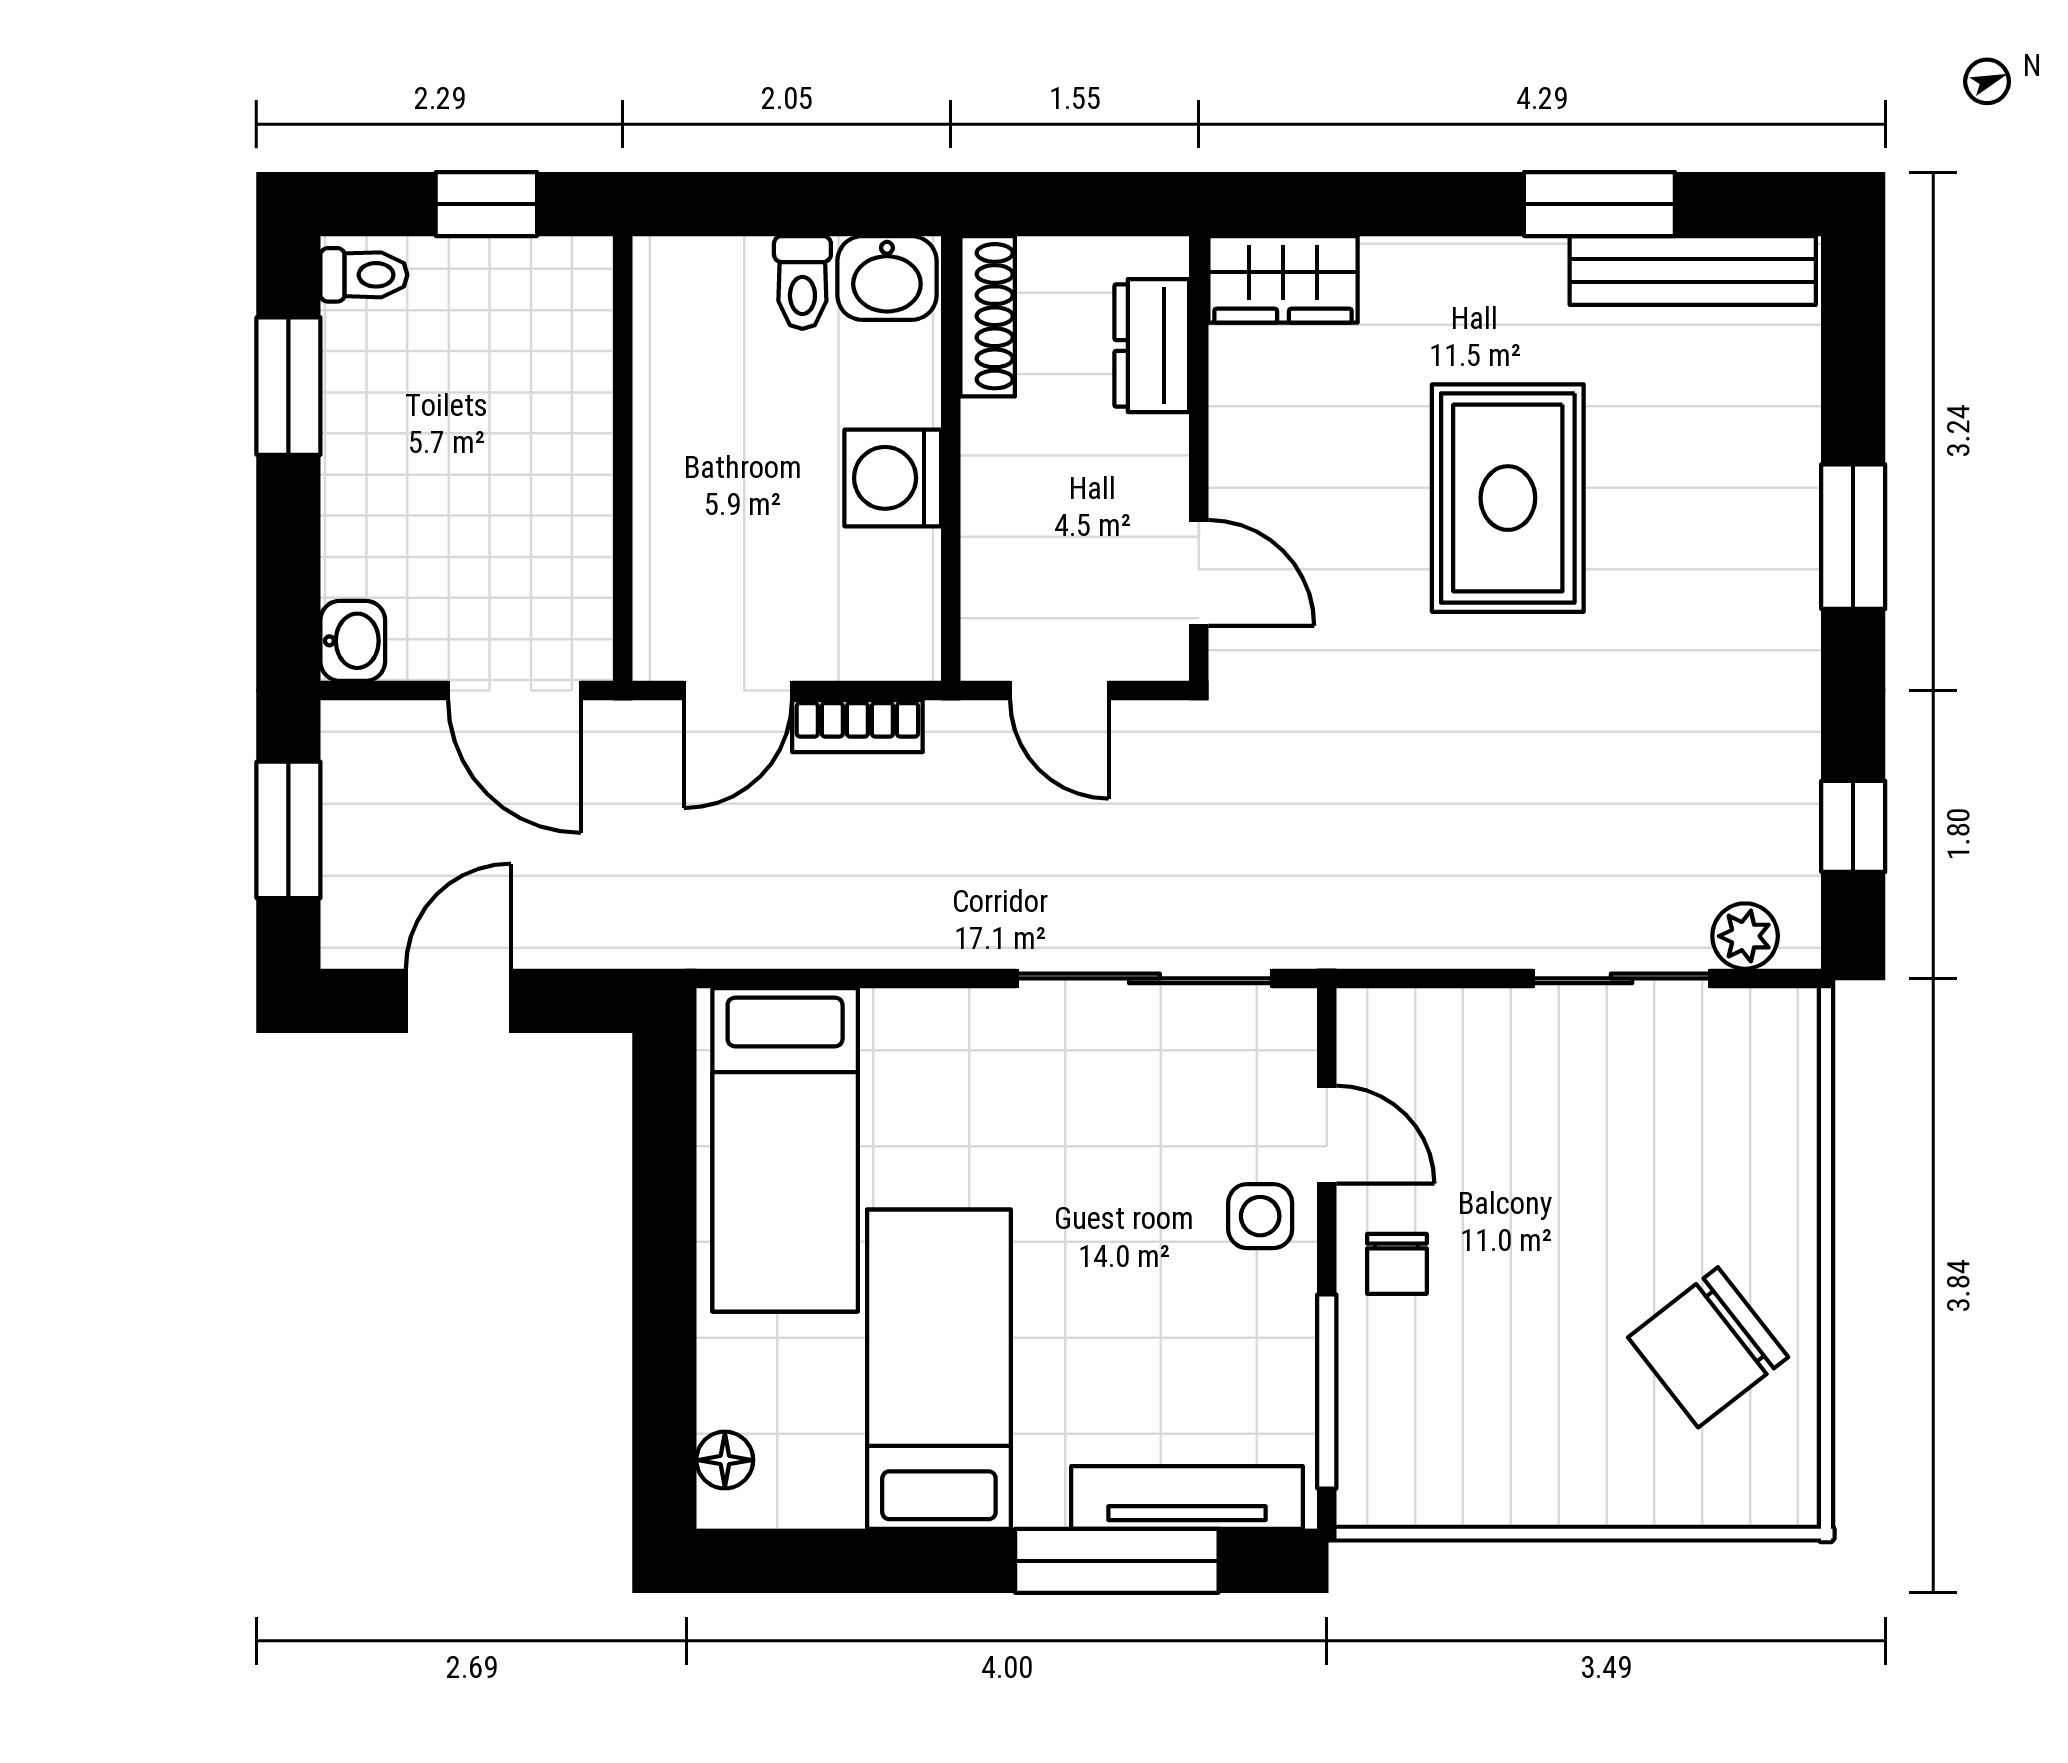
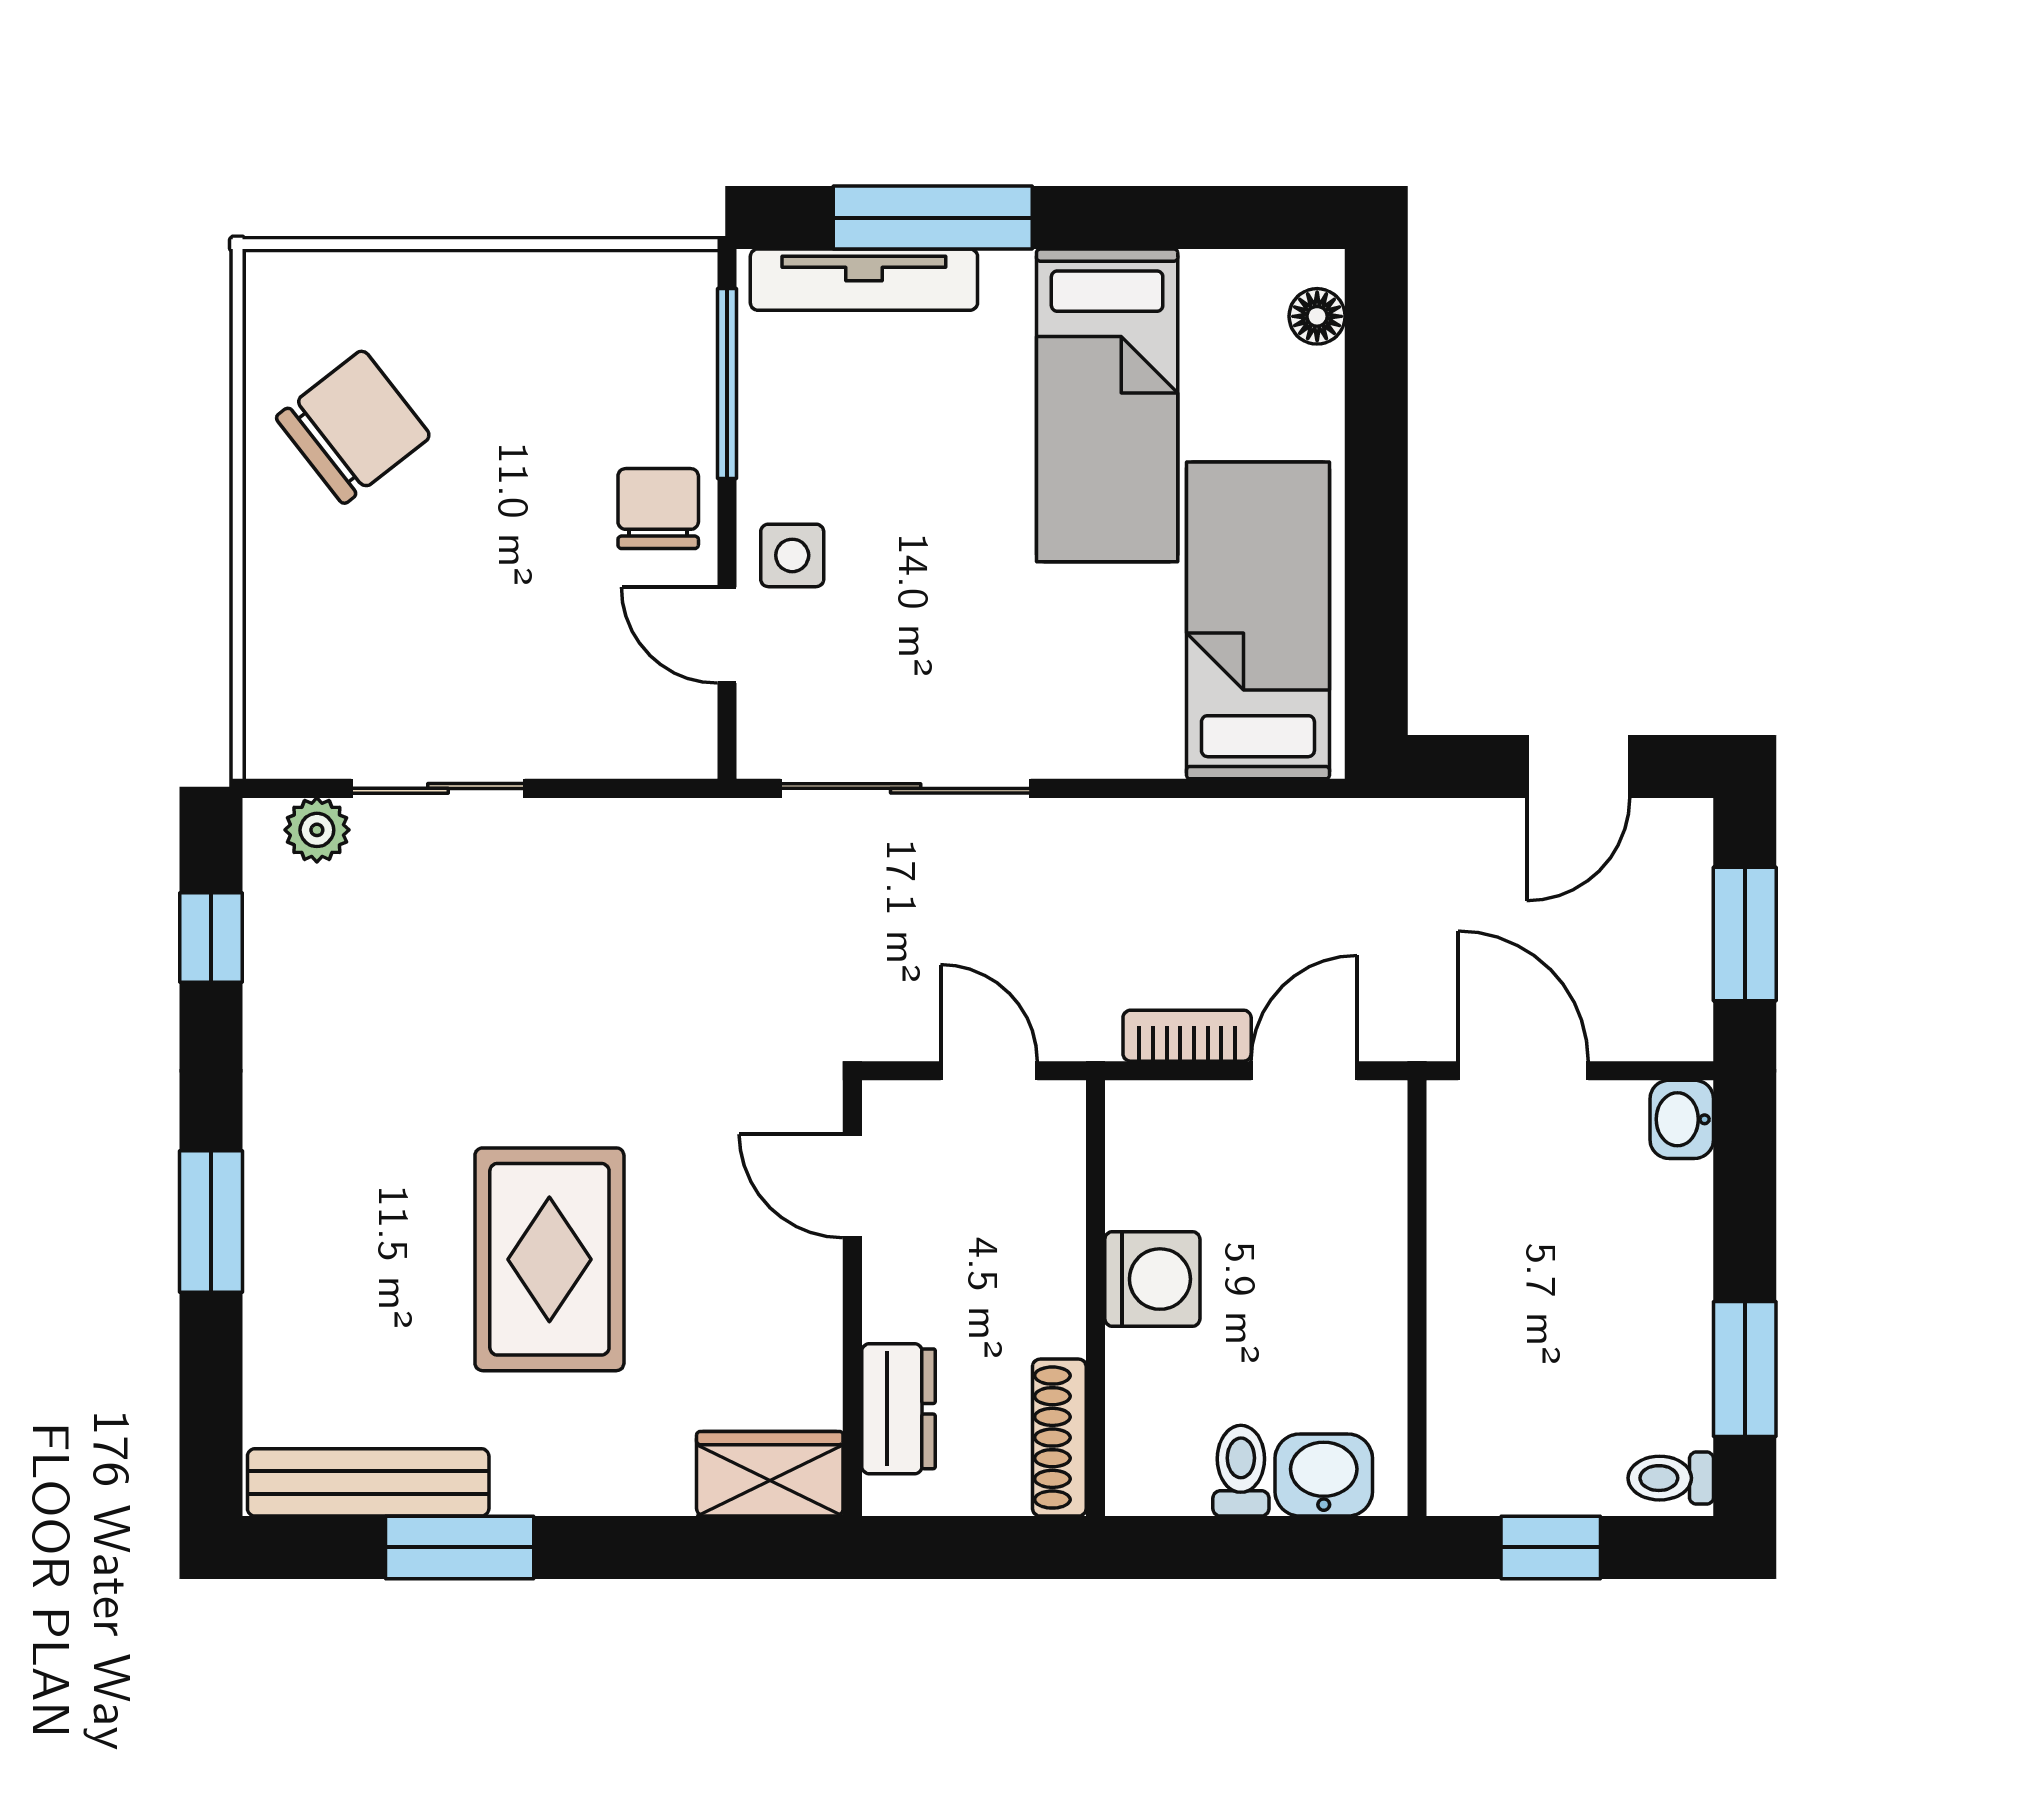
washbasin: (887, 278) -> (1324, 1475), moved
chair: (1397, 1264) -> (658, 509), width x1.37, depth x1.37

